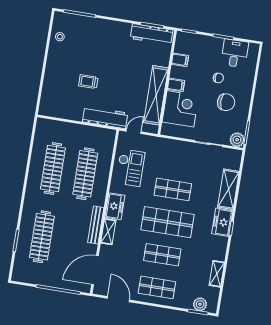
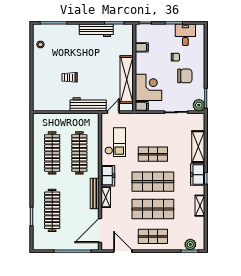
workbench: (152, 34) -> (96, 30), moved
filing cabinet: (176, 85) -> (142, 106), moved
shop shelf: (162, 255) -> (153, 209), width x1.43, depth x1.36
shelving: (217, 274) -> (200, 206), moved

